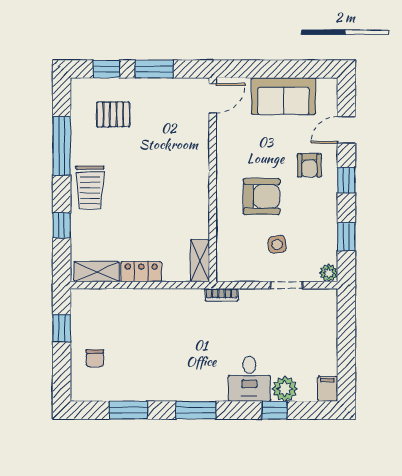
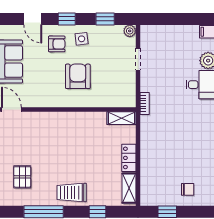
trolley: (90, 187) -> (72, 193), turned 180
side table: (277, 244) -> (82, 39), moved

